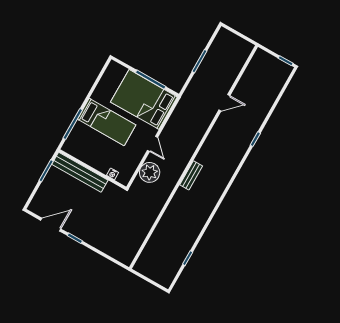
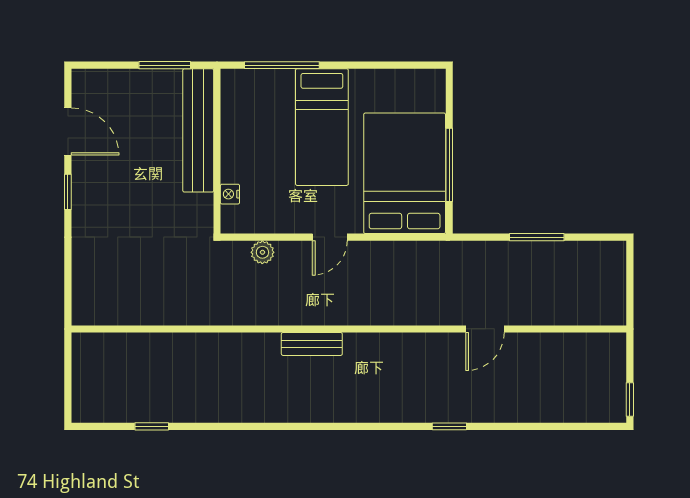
door: (224, 103) -> (485, 329), hinge flipped
plant: (150, 172) -> (262, 252), width x0.53, depth x0.53

